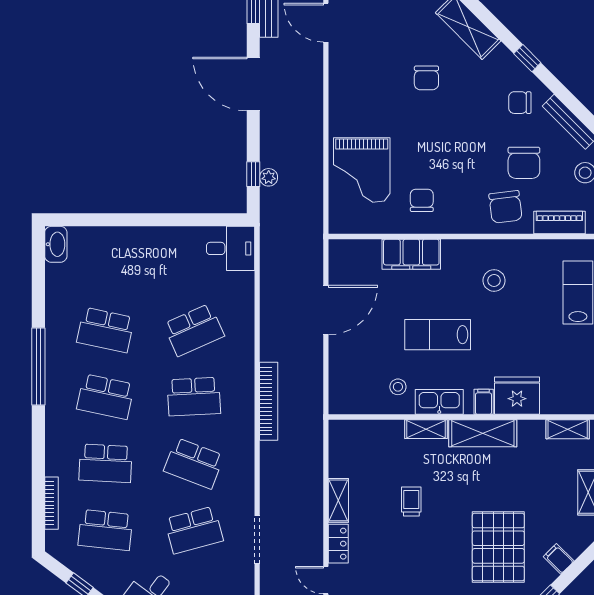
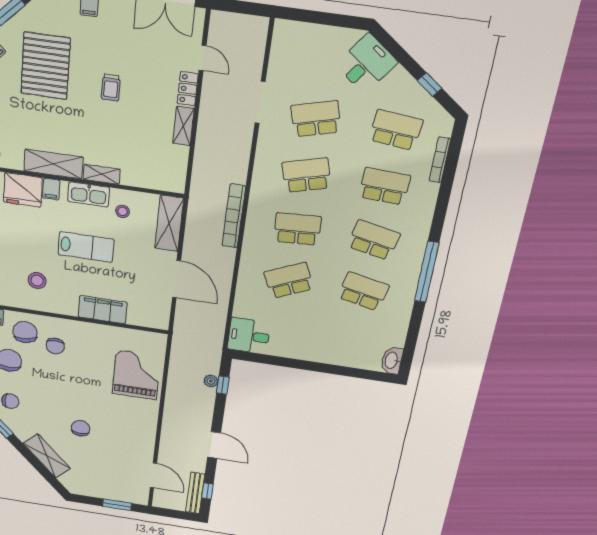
door: (253, 84) -> (214, 445), width x0.73
chair: (422, 200) -> (55, 346), moved
door: (326, 310) -> (177, 279), swing flipped
shelving: (342, 380) -> (169, 223), added
school desk: (194, 463) -> (306, 175), turned -36
trolley: (411, 502) -> (111, 88), moved

